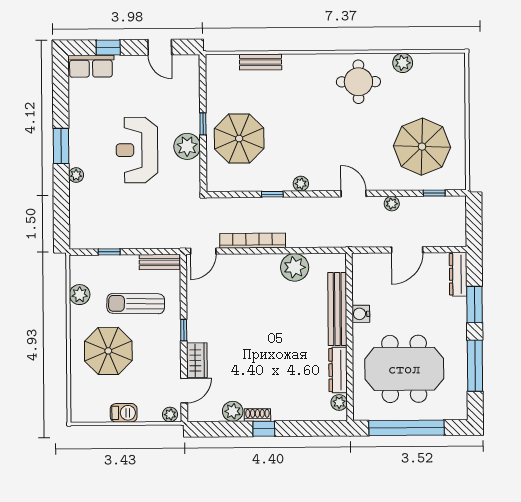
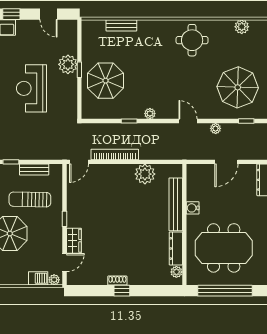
plant: (403, 63) -> (242, 27), moved
plant: (187, 146) -> (68, 64), moved
bench: (160, 262) -> (34, 170), moved
plant: (233, 411) -> (99, 278), removed
barbecue: (124, 413) -> (38, 278), moved

